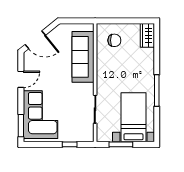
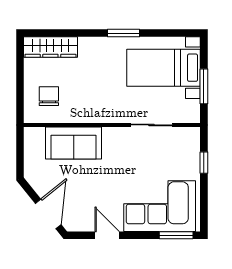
wardrobe: (147, 35) -> (50, 47), width x1.50
sofa: (83, 57) -> (74, 143), width x0.73
window: (157, 90) -> (124, 33), width x0.69

